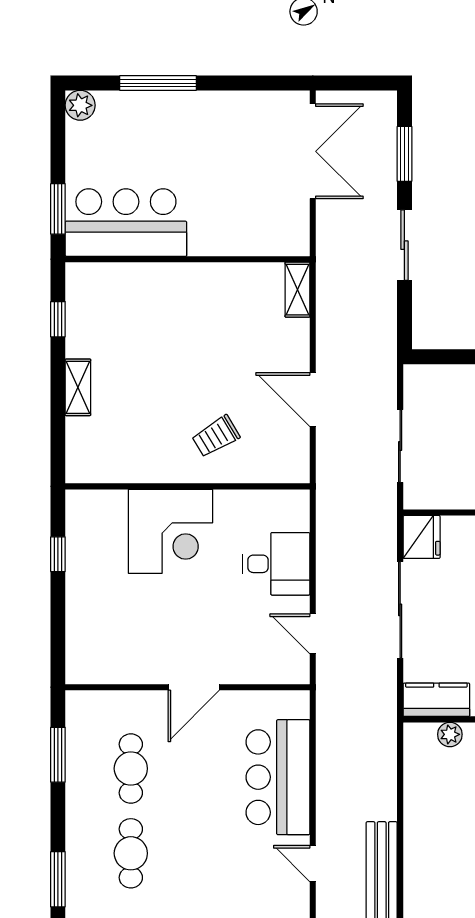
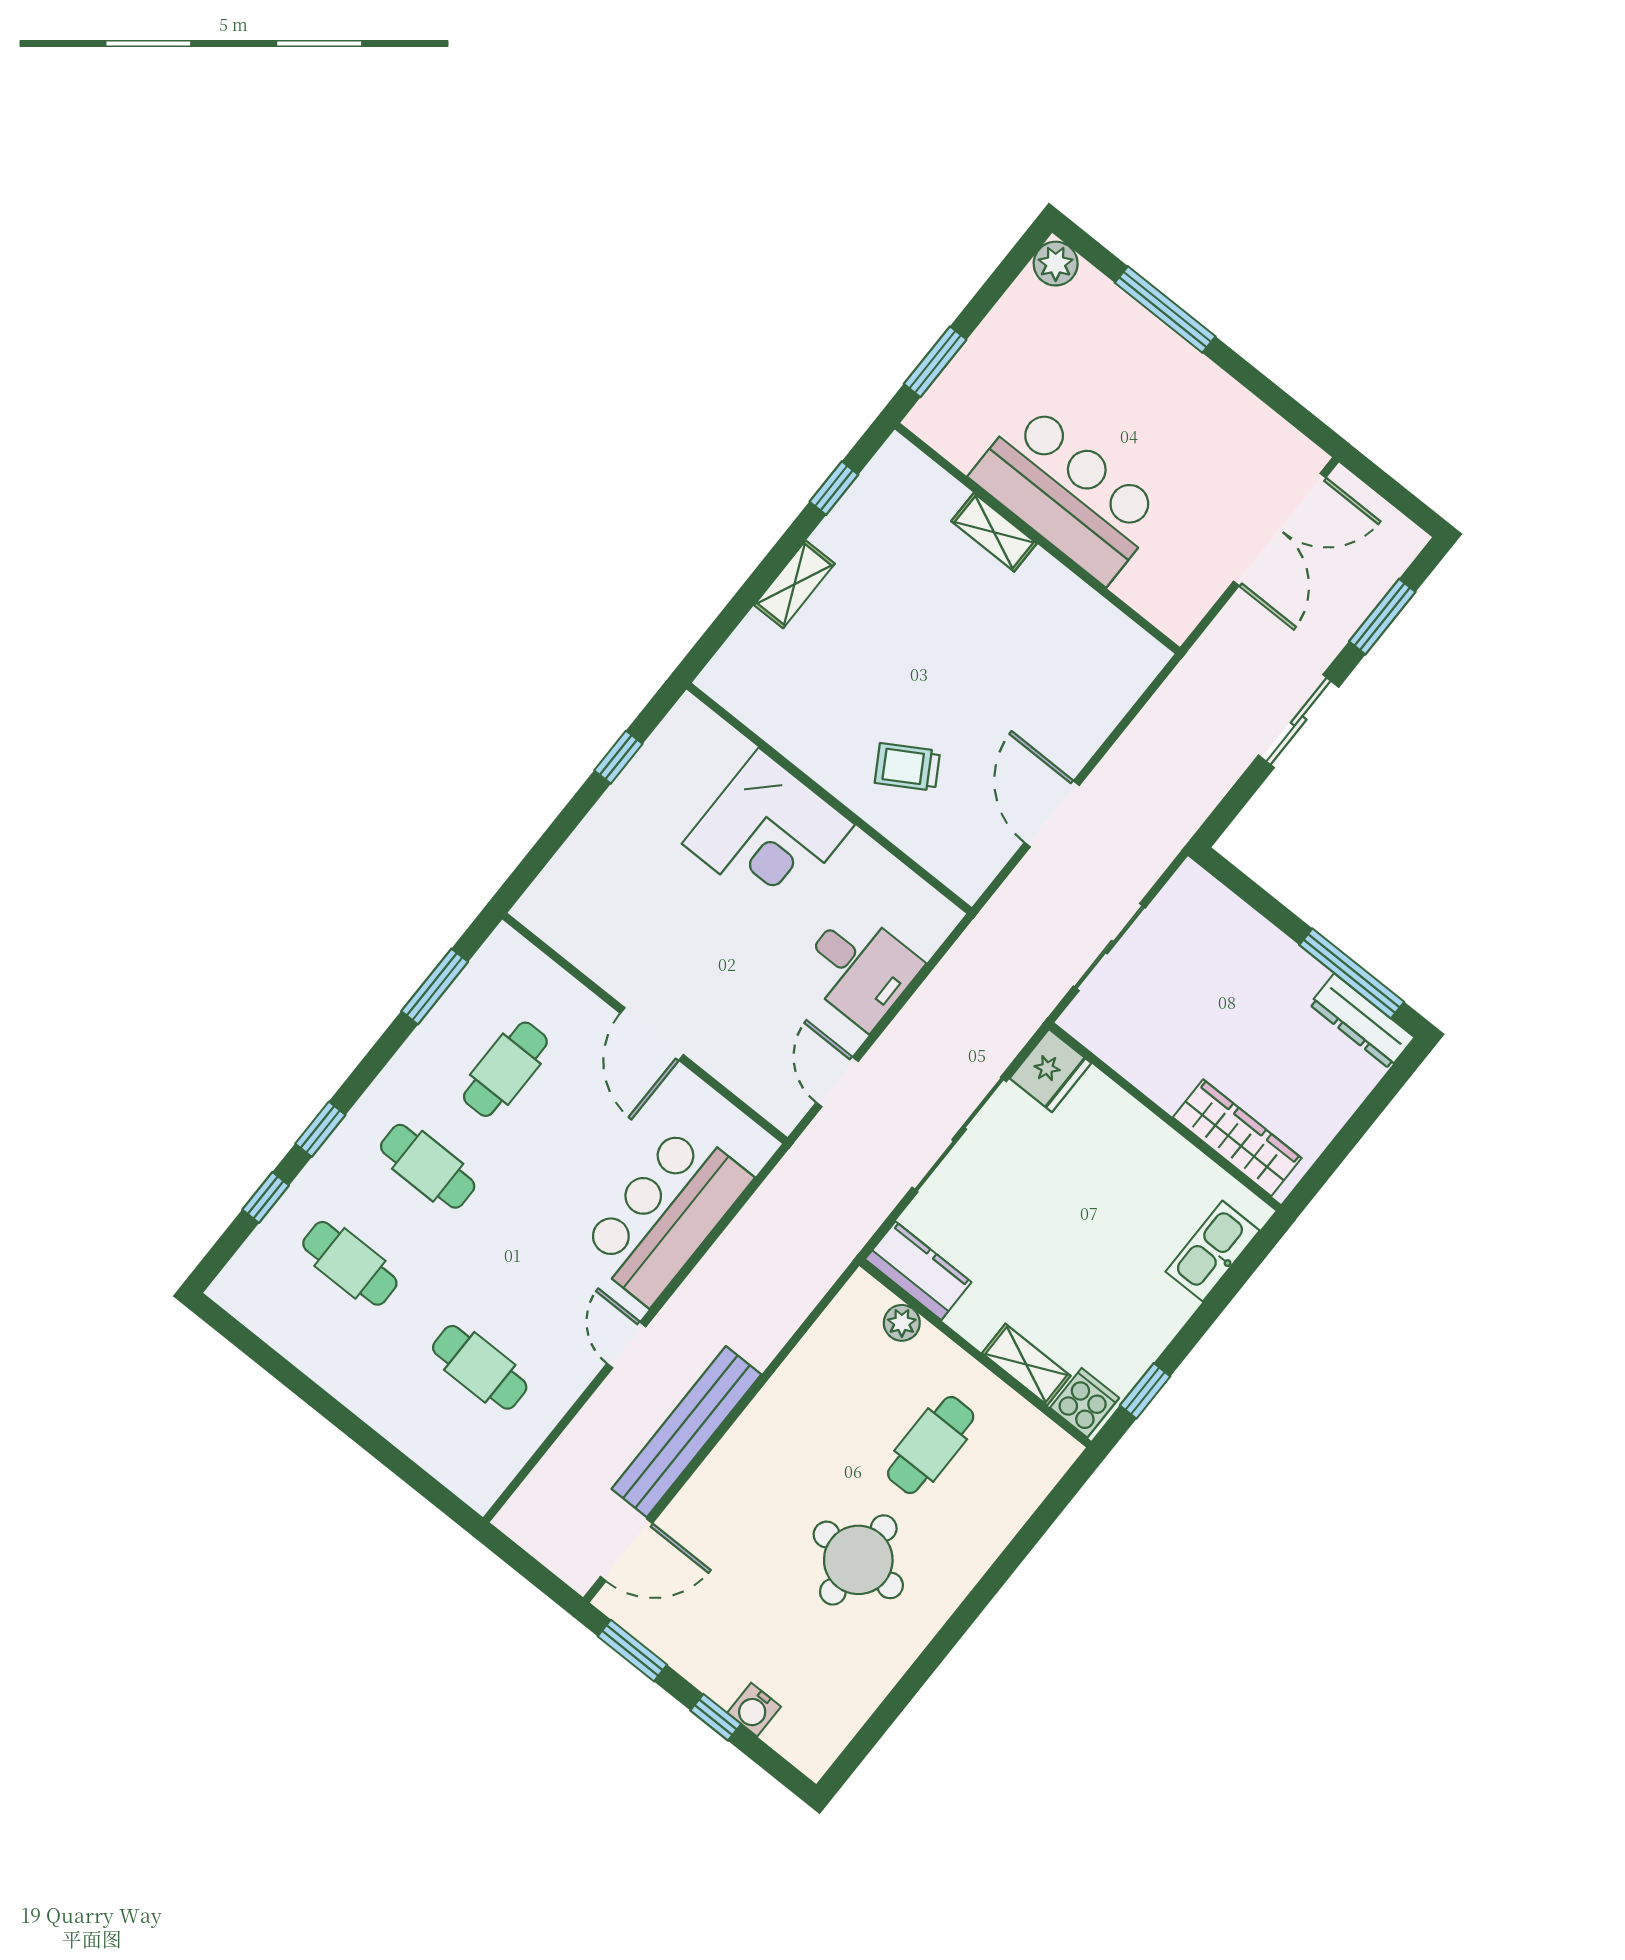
bar counter: (126, 223) -> (1068, 494), moved
shelving: (297, 290) -> (994, 532), moved, turned 90
door: (194, 687) -> (652, 1034), hinge flipped
cafe table: (131, 853) -> (428, 1166), turned 90
window: (58, 879) -> (320, 1129), width x0.67

